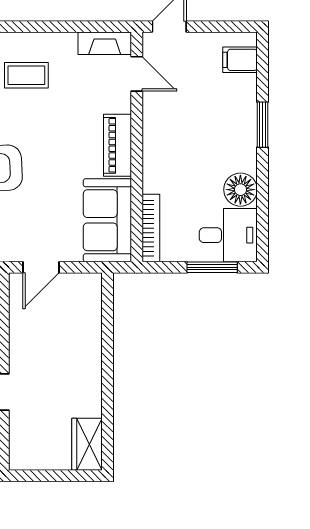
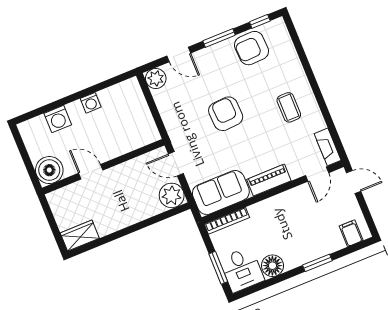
plant: (83, 291) -> (172, 195), added

